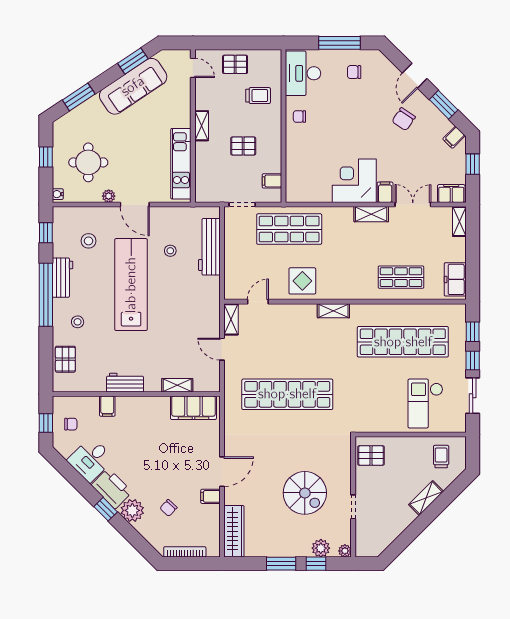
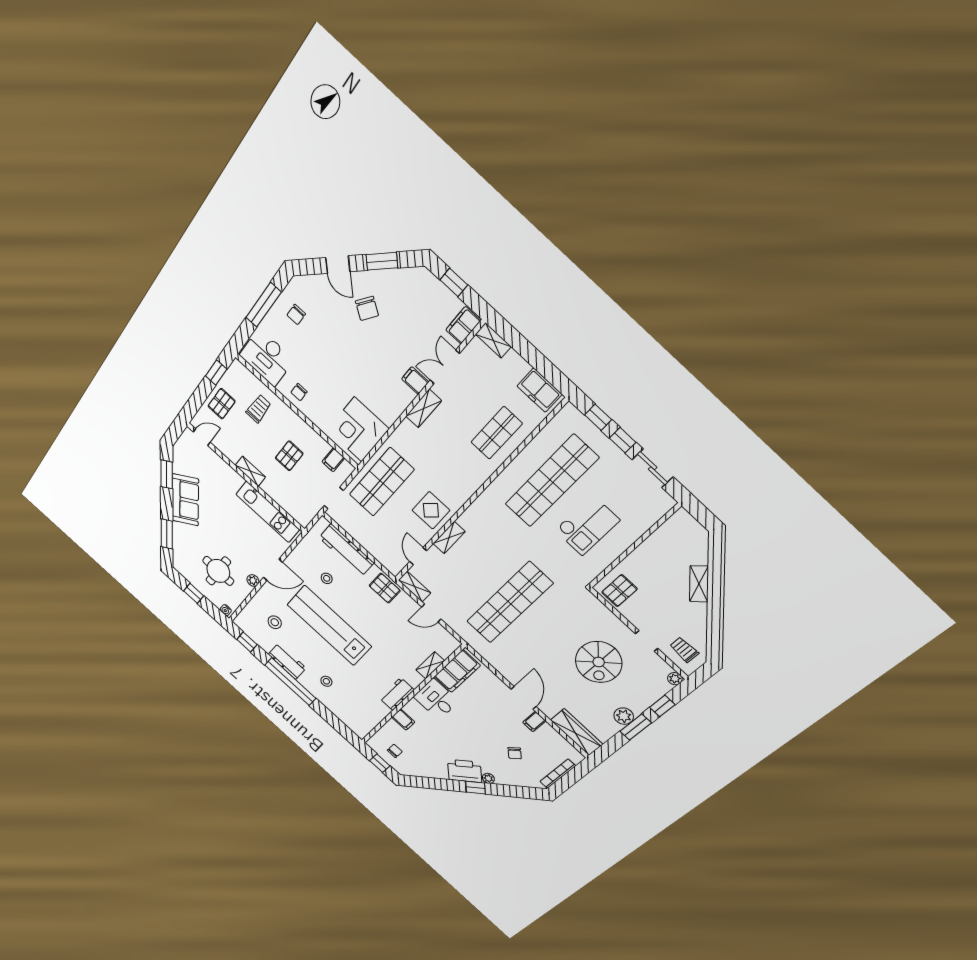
window: (256, 43) -> (216, 373), added
sofa: (133, 86) -> (185, 500), width x0.73
filing cabinet: (454, 137) -> (417, 278), removed
corner desk: (354, 181) -> (358, 429), moved
shelving: (333, 311) -> (449, 538), moved
pallet: (65, 359) -> (385, 588), moved
checkout: (425, 404) -> (587, 525), moved, turned -90
trolley: (441, 457) -> (684, 650), moved
desk: (91, 459) -> (436, 699), moved, turned 135
spiral stairs: (305, 493) -> (599, 662), turned 90
plant: (132, 510) -> (488, 778), width x0.53, depth x0.53
plant: (321, 548) -> (624, 716), moved

